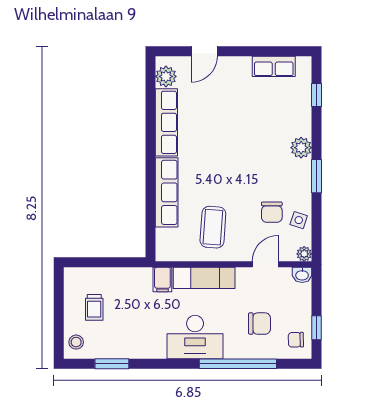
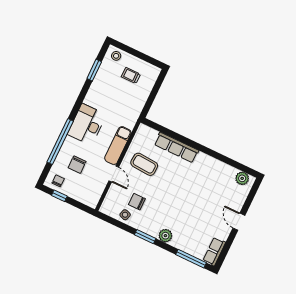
door: (204, 51) -> (239, 222), moved
row of seats: (274, 66) -> (214, 251), moved
window: (317, 95) -> (191, 259), width x2.17
row of seats: (166, 122) -> (216, 166), removed
plant: (304, 254) -> (105, 209), removed
door: (265, 264) -> (114, 174), moved
washbasin: (302, 275) -> (93, 202), removed
filing cabinet: (162, 279) -> (128, 122), removed

